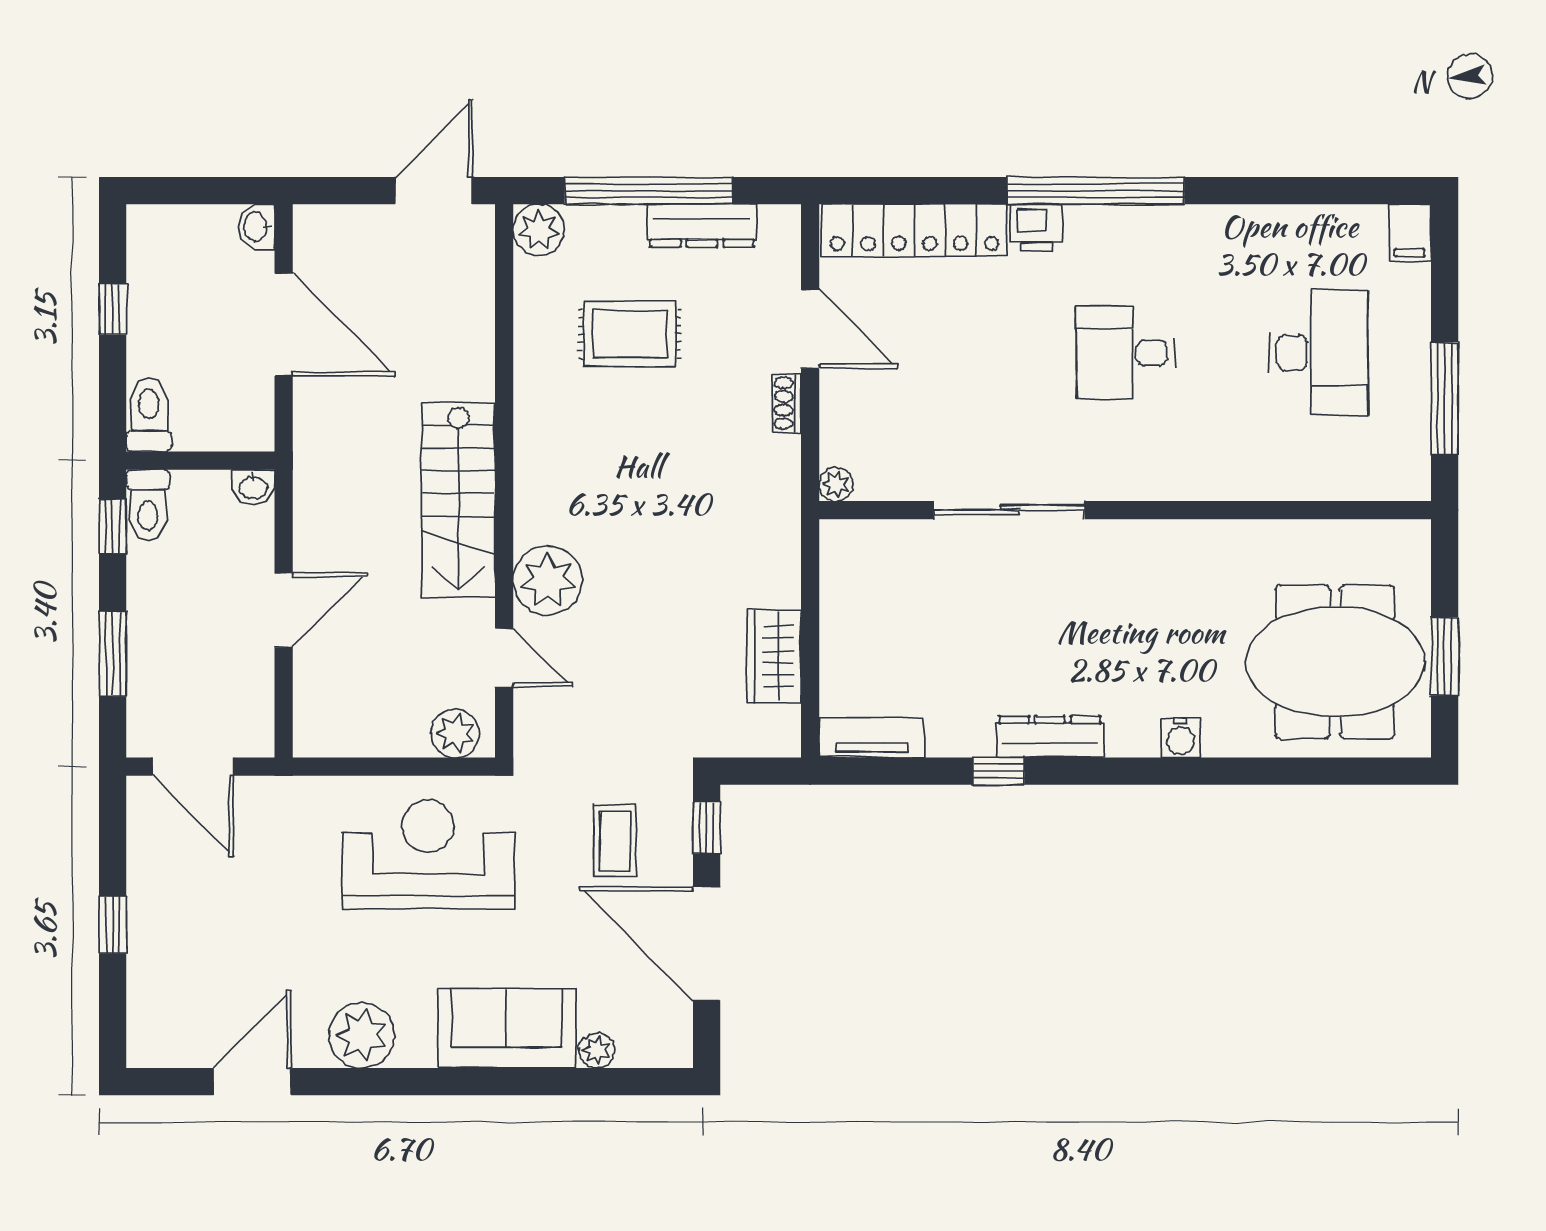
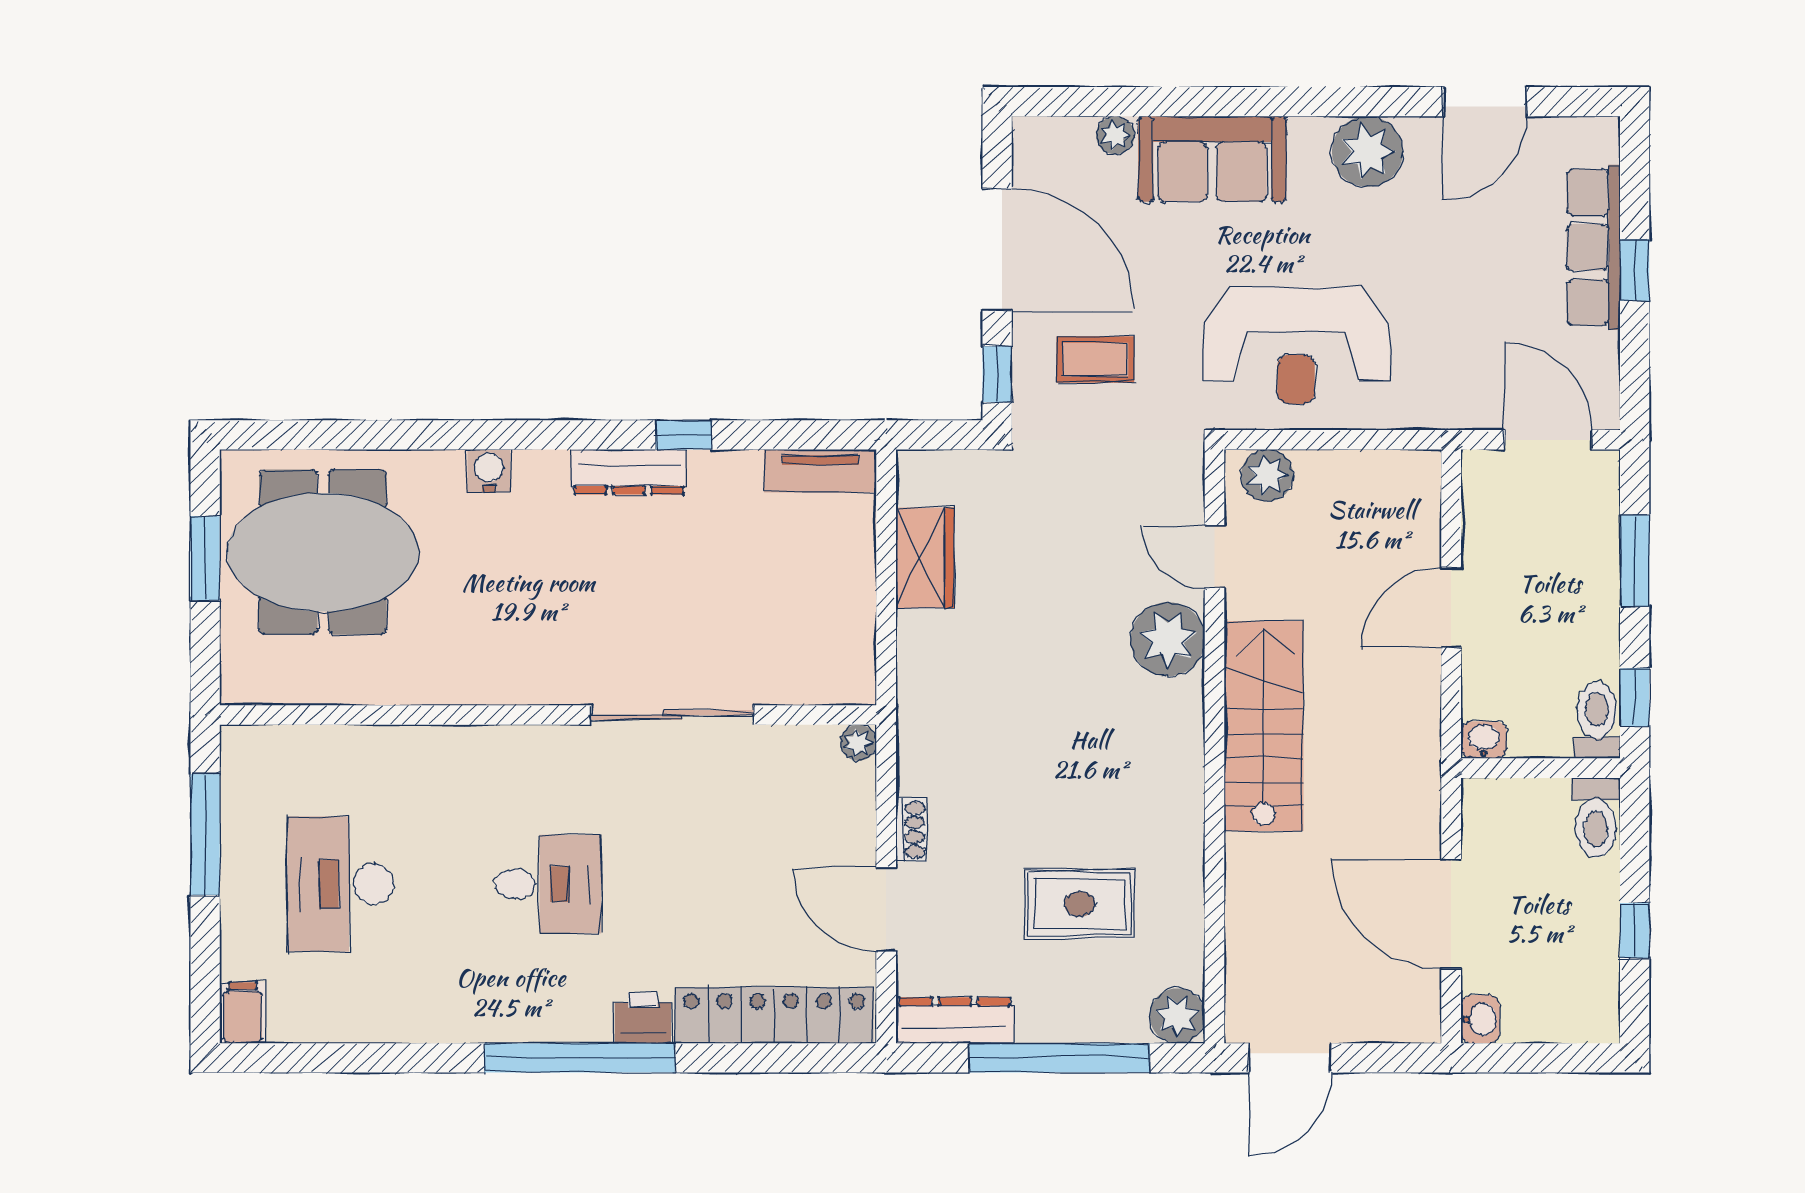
dresser: (702, 226) -> (955, 1020), moved
coffee table: (615, 841) -> (1095, 360), turned 90
row of seats: (151, 946) -> (1593, 247), added

